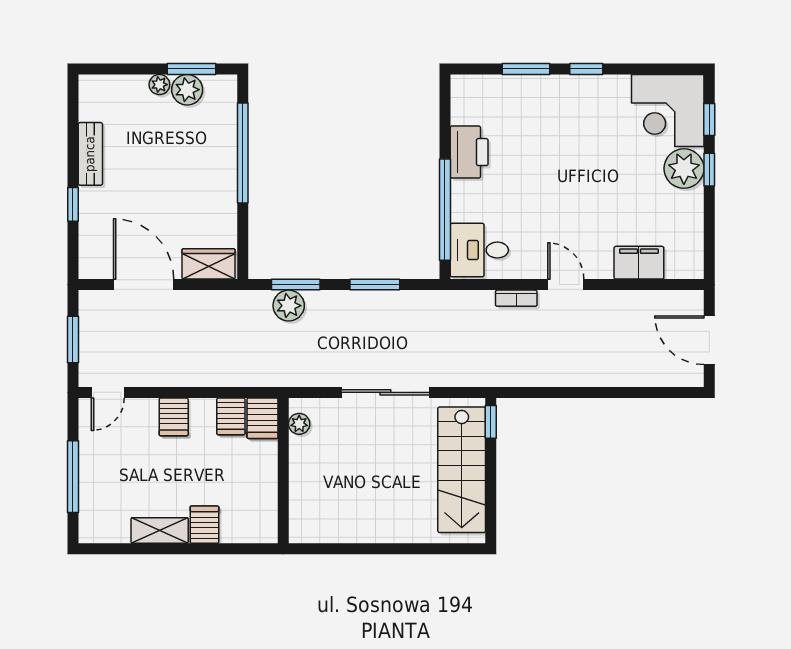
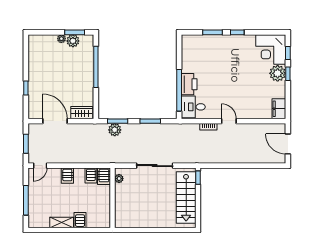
printer: (469, 152) -> (189, 84), moved
bench: (90, 154) -> (33, 67), removed
filing cabinet: (639, 263) -> (279, 109), moved, turned -90

